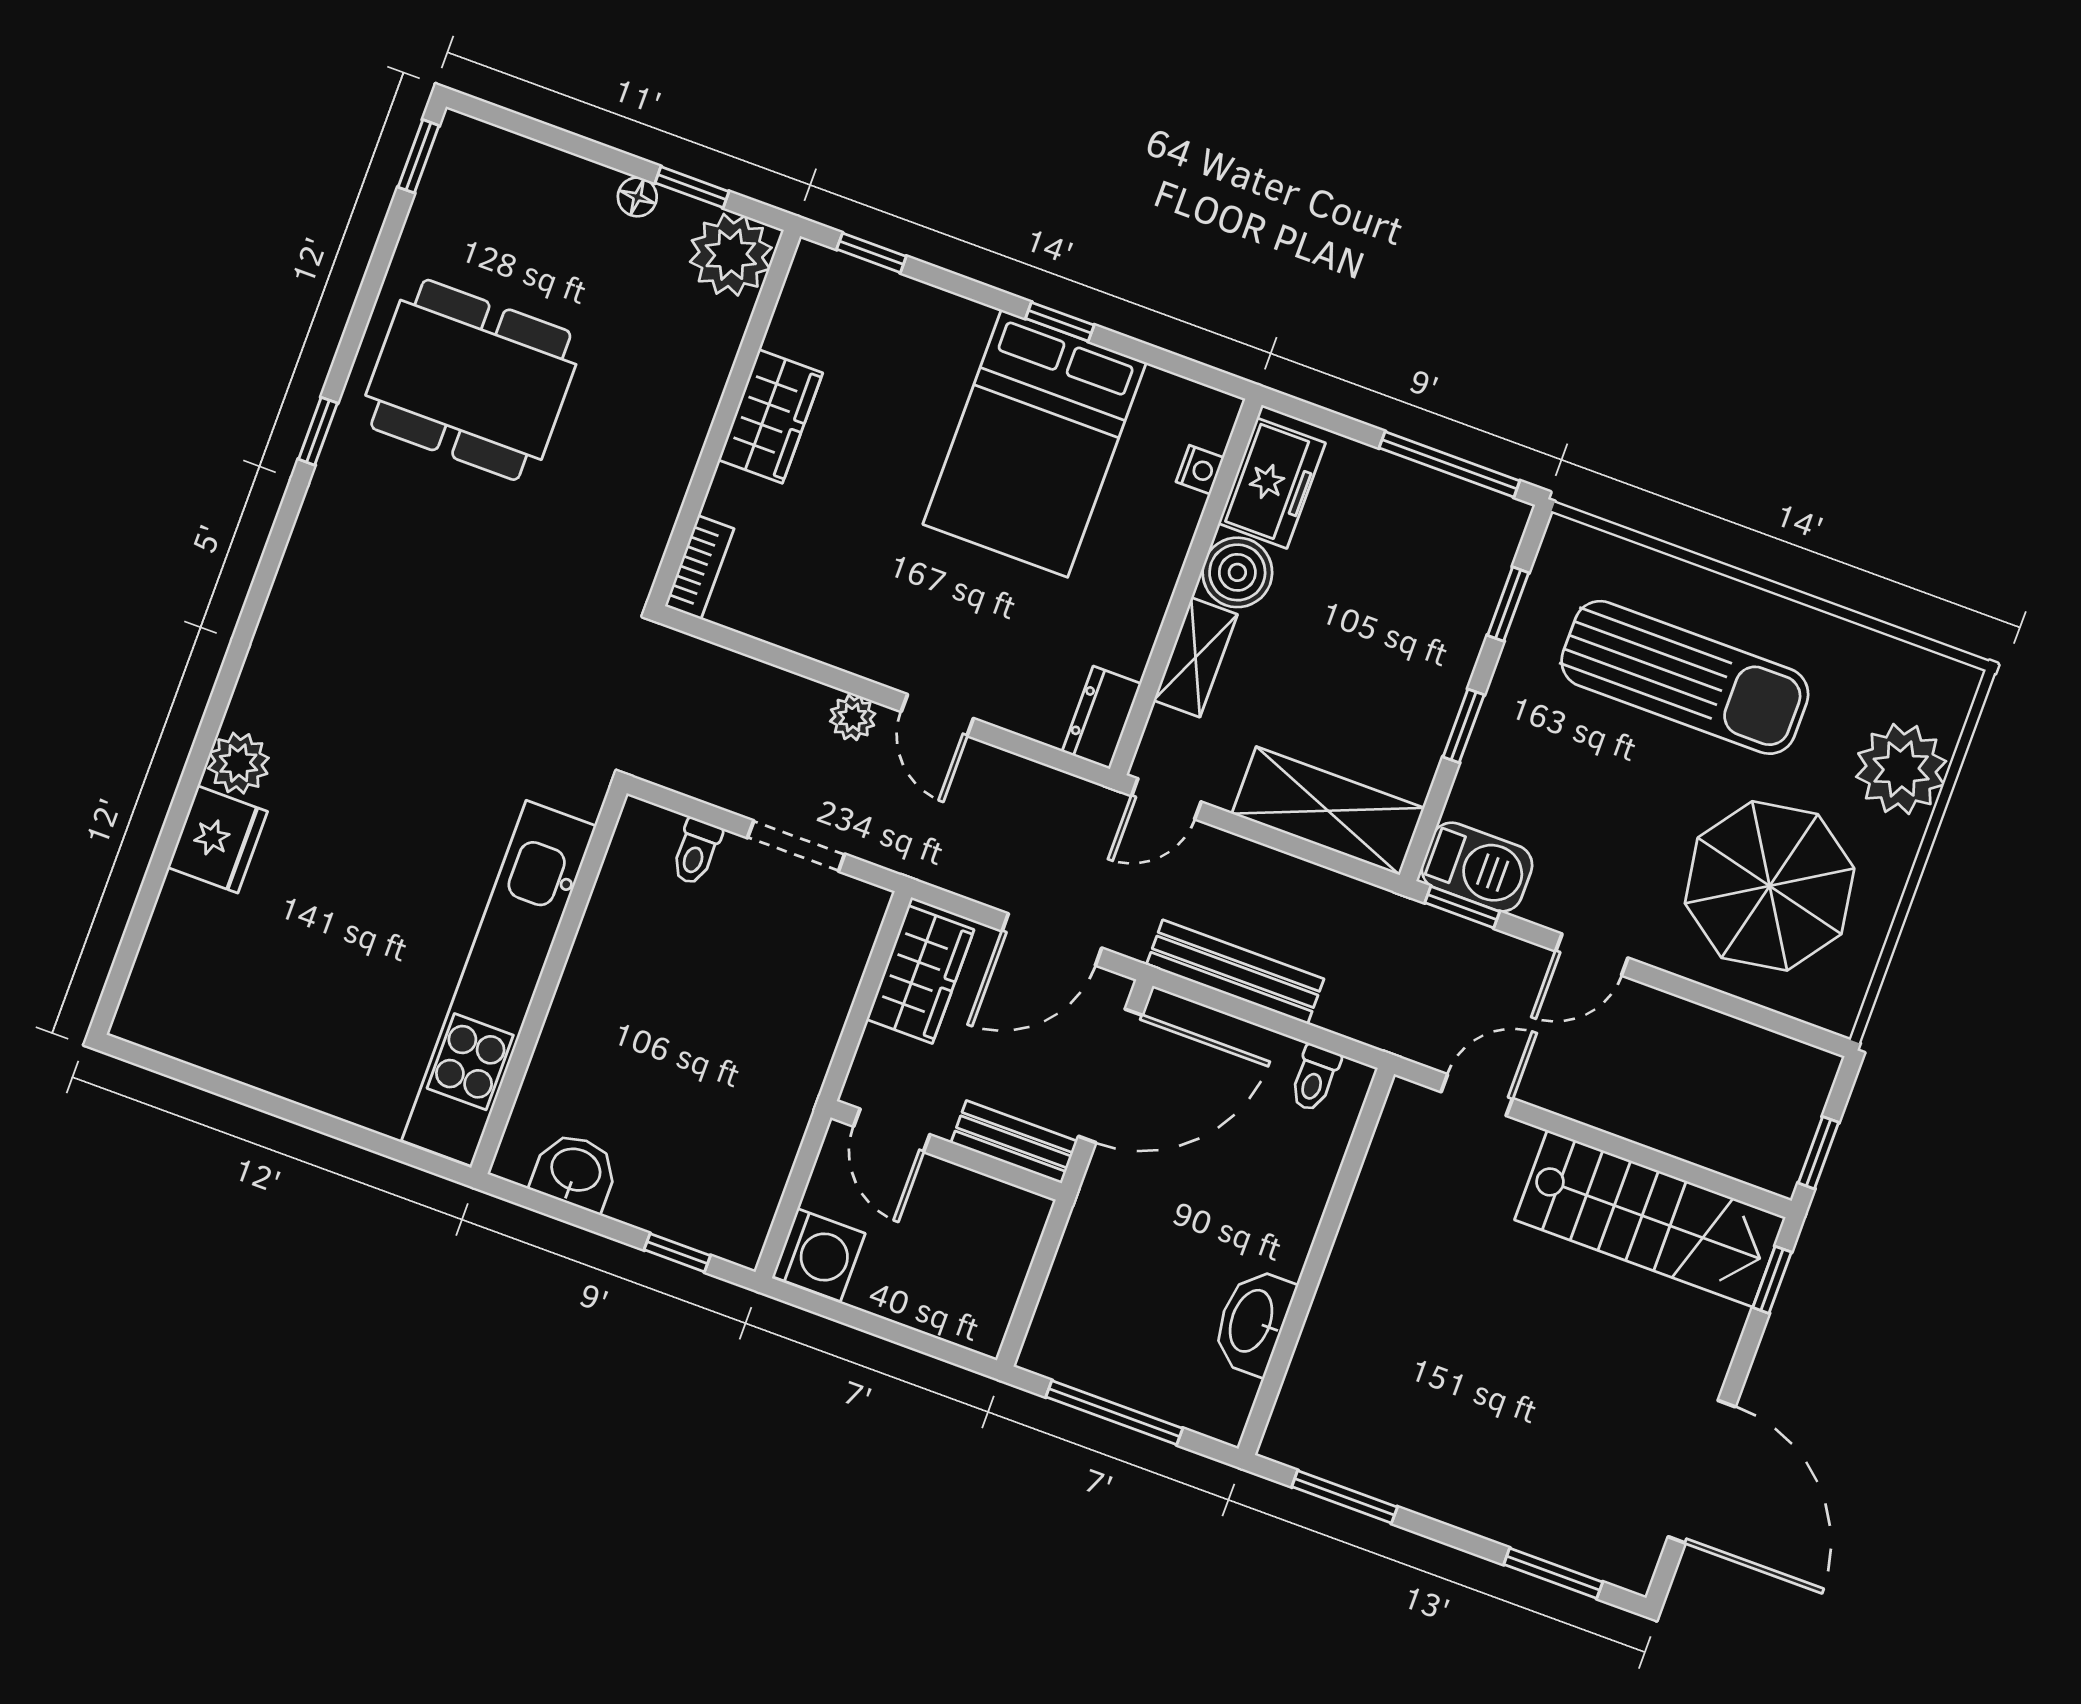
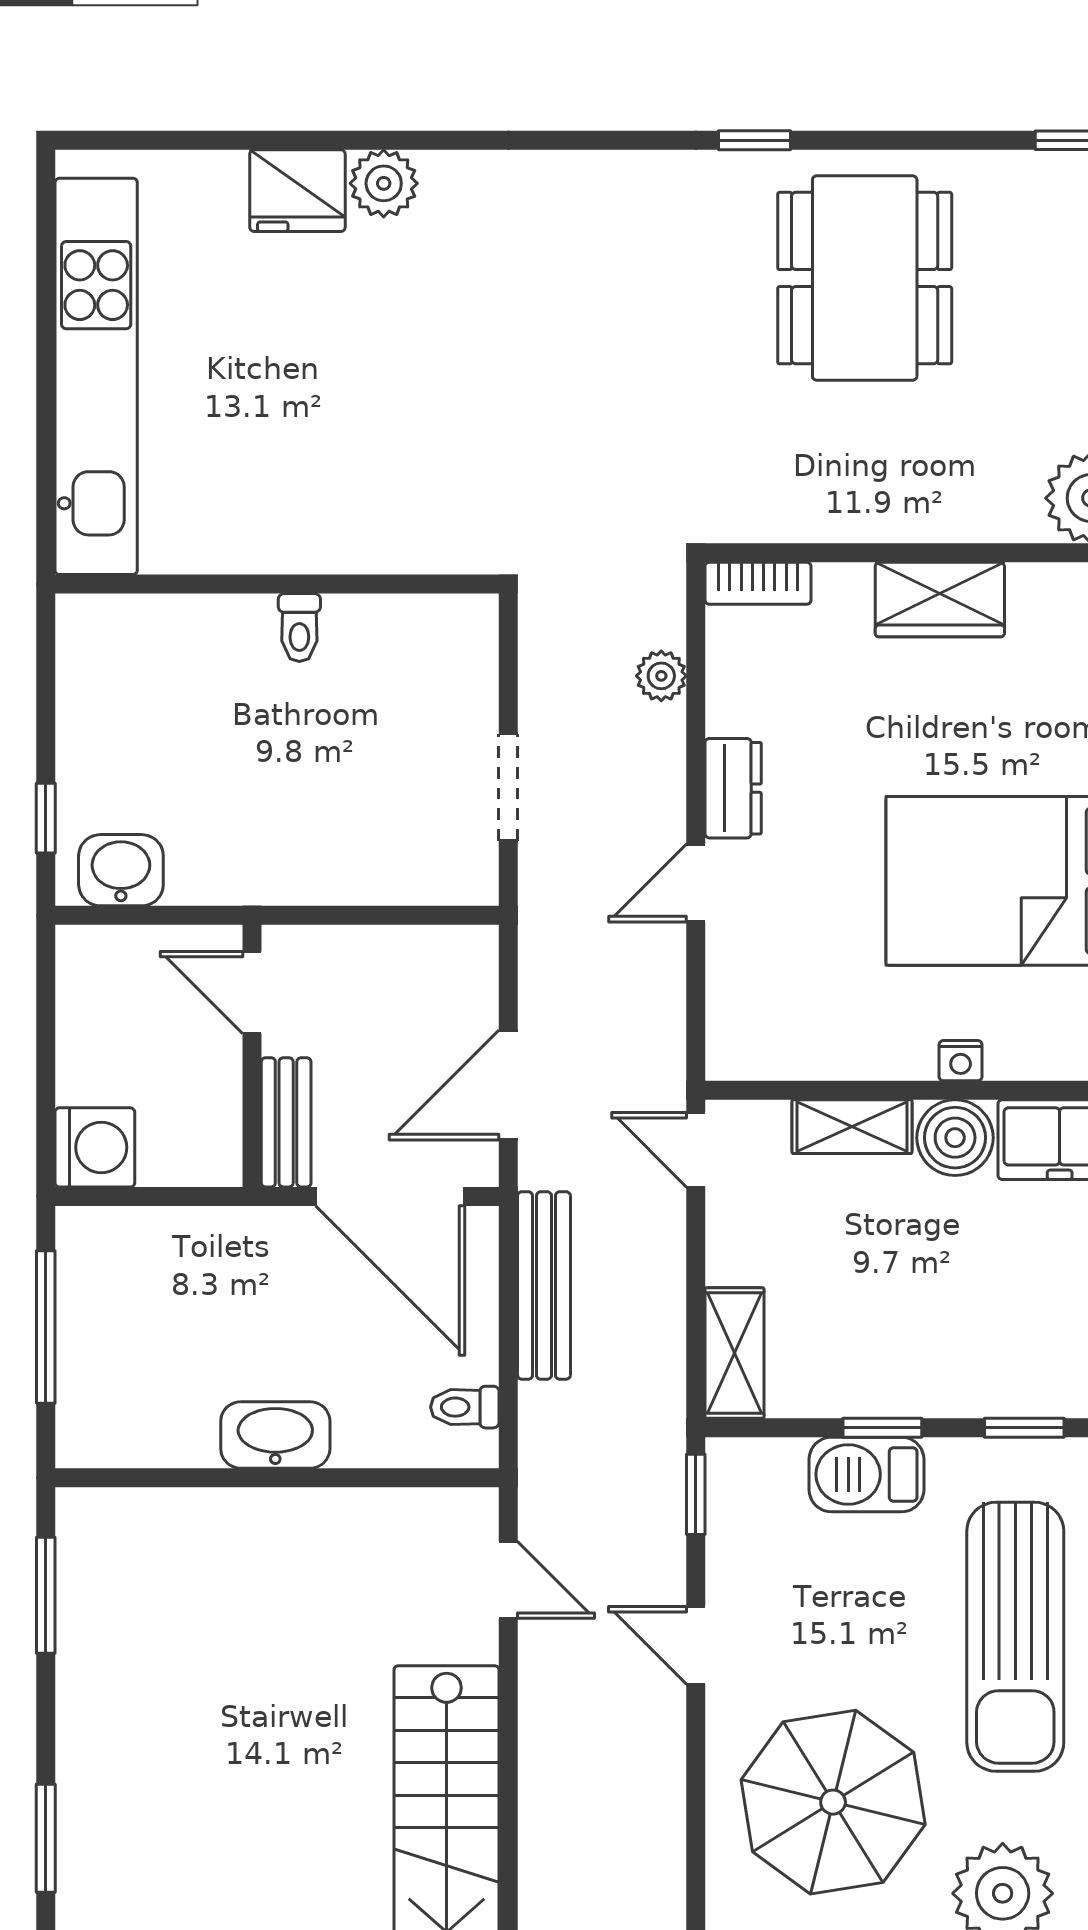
nightstand: (1200, 470) -> (961, 1061), moved
plant: (853, 718) -> (661, 676), moved
dresser: (1102, 718) -> (733, 788), moved, turned 90
shelving: (1328, 811) -> (735, 1353), width x0.67, depth x0.75
toilet: (696, 852) -> (299, 627), moved, turned -90
barbecue: (1477, 867) -> (866, 1474), moved, turned 90
door: (1052, 939) -> (508, 1085), hinge flipped
wardrobe: (920, 975) -> (423, 963), removed
kitchen unit: (499, 983) -> (96, 376), moved, turned 90
door: (892, 1130) -> (252, 992), hinge flipped
washbasin: (575, 1171) -> (121, 870), moved, turned -90
washing machine: (819, 1255) -> (95, 1147), moved, turned -90
washbasin: (1253, 1321) -> (275, 1435), moved

